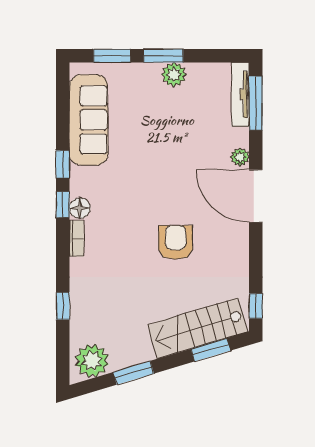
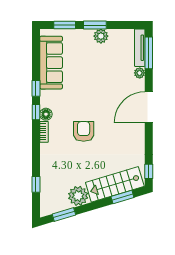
plant: (240, 157) -> (140, 73), moved
door: (256, 196) -> (149, 107), hinge flipped
armchair: (176, 242) -> (84, 131), moved
window: (63, 306) -> (36, 184), moved
plant: (92, 361) -> (78, 196), moved
window: (134, 373) -> (64, 214), moved

